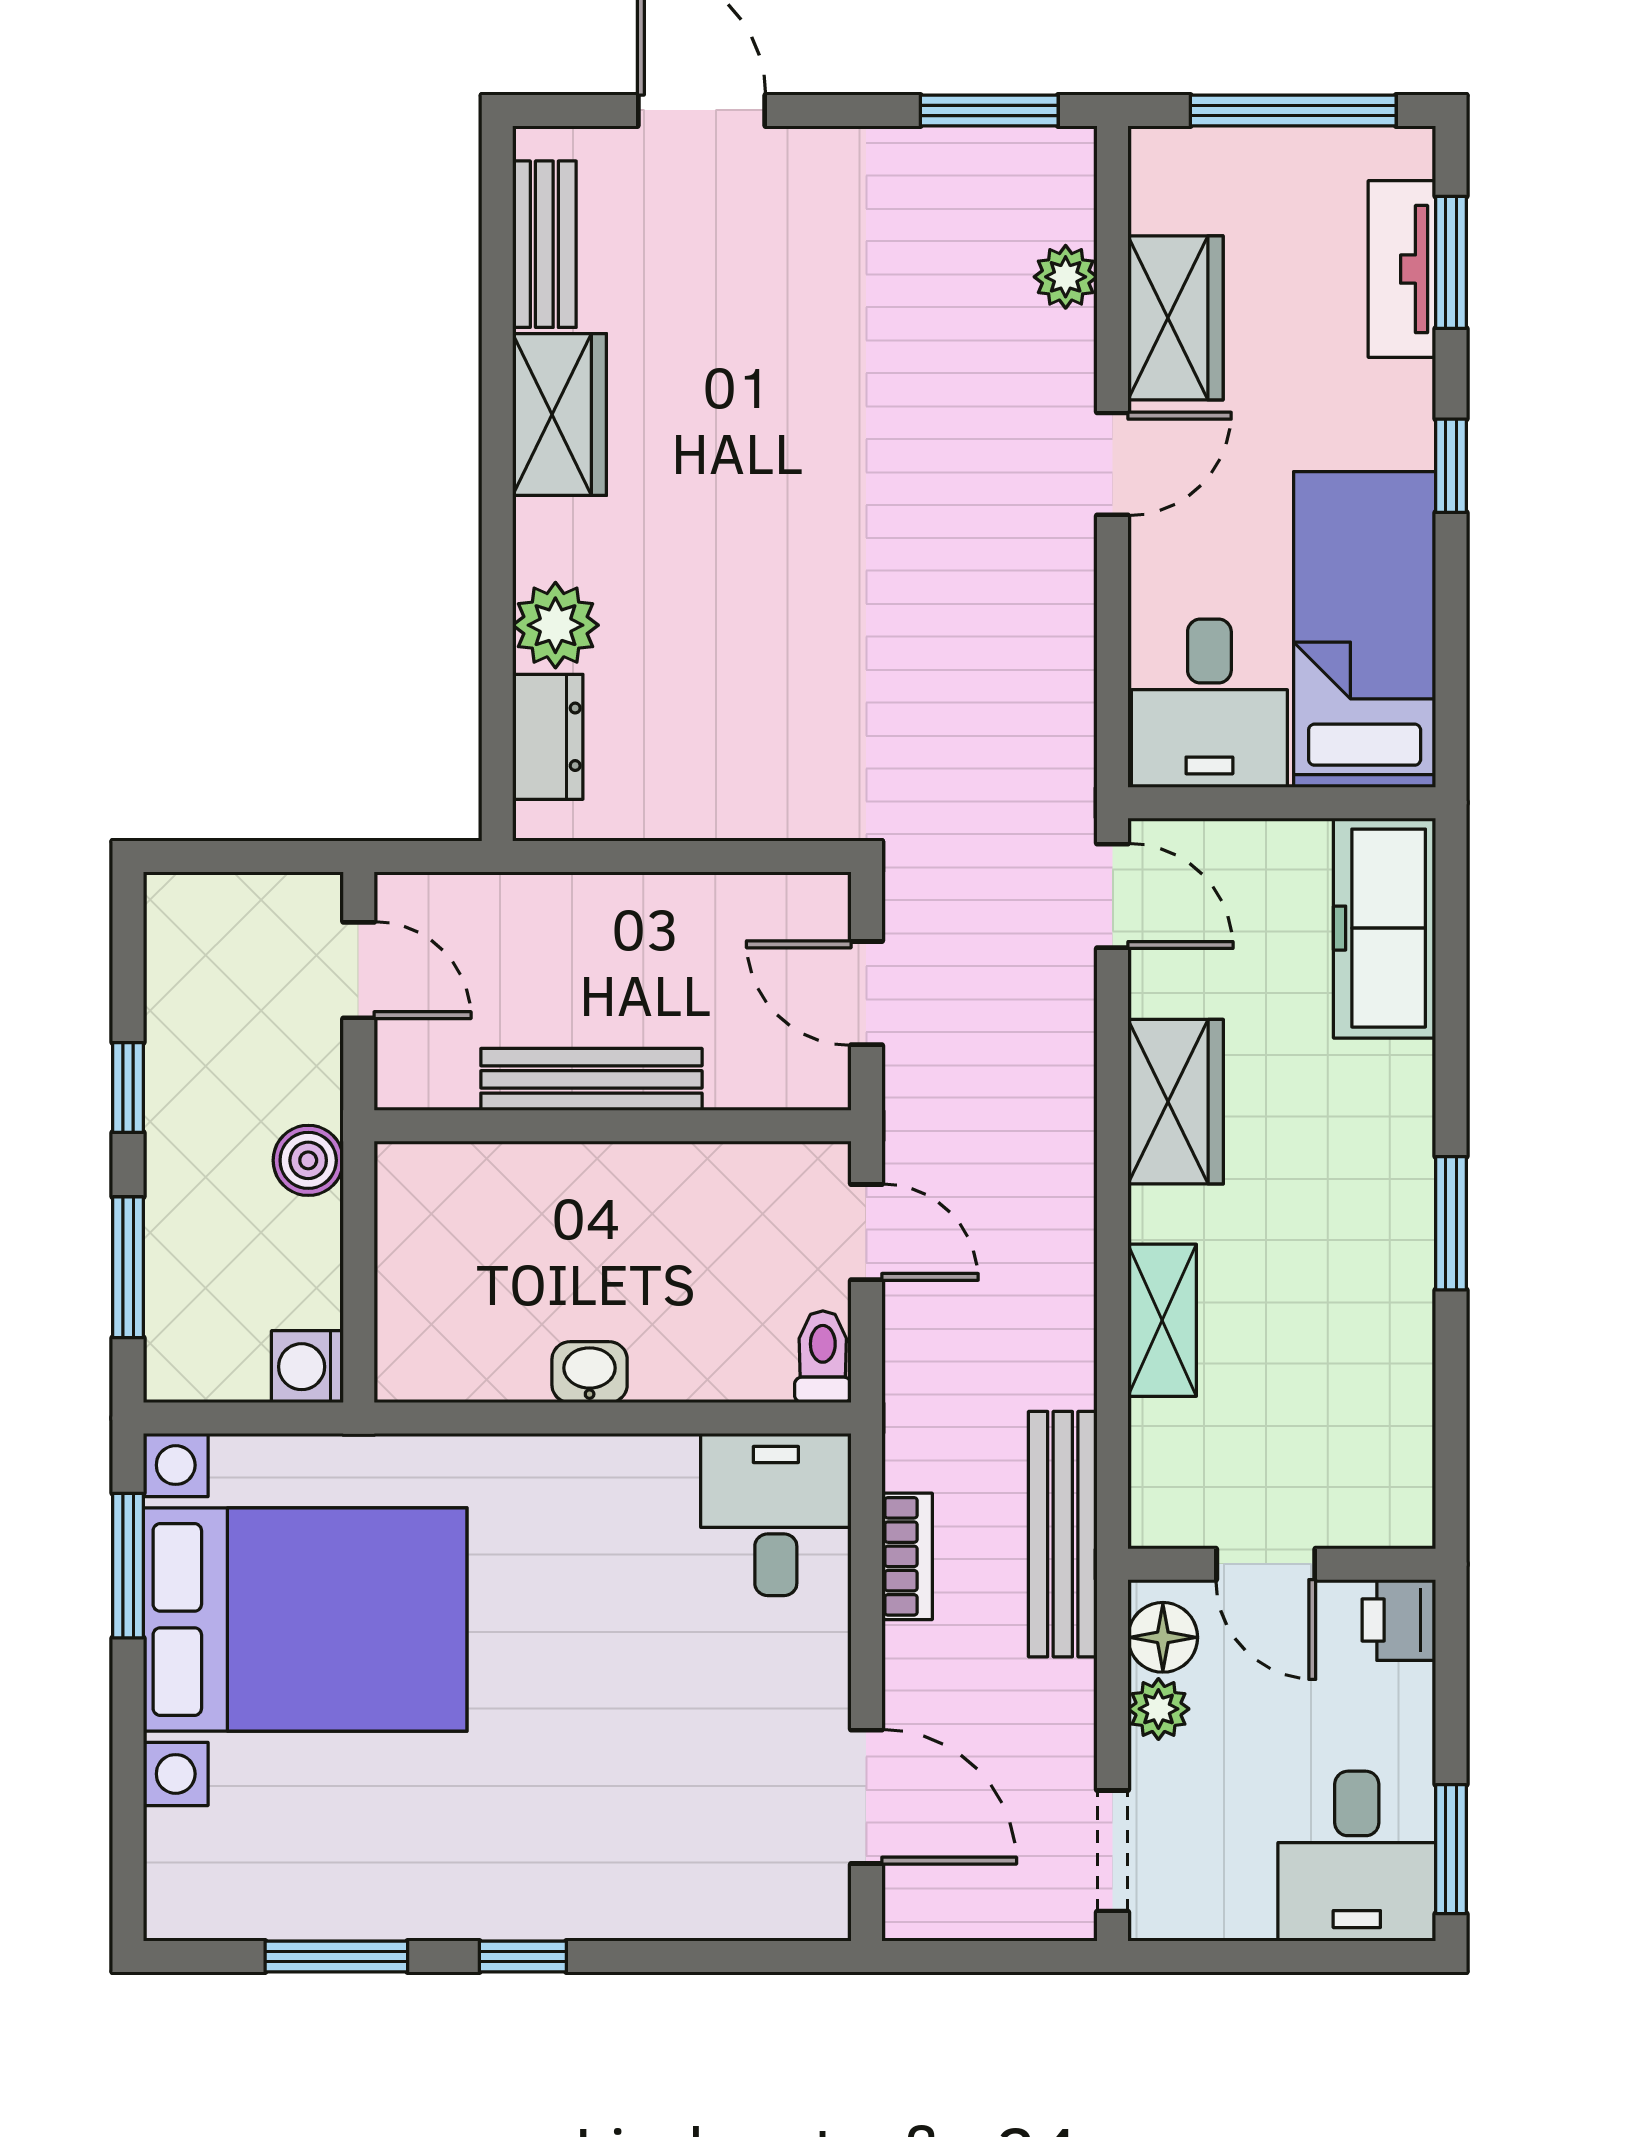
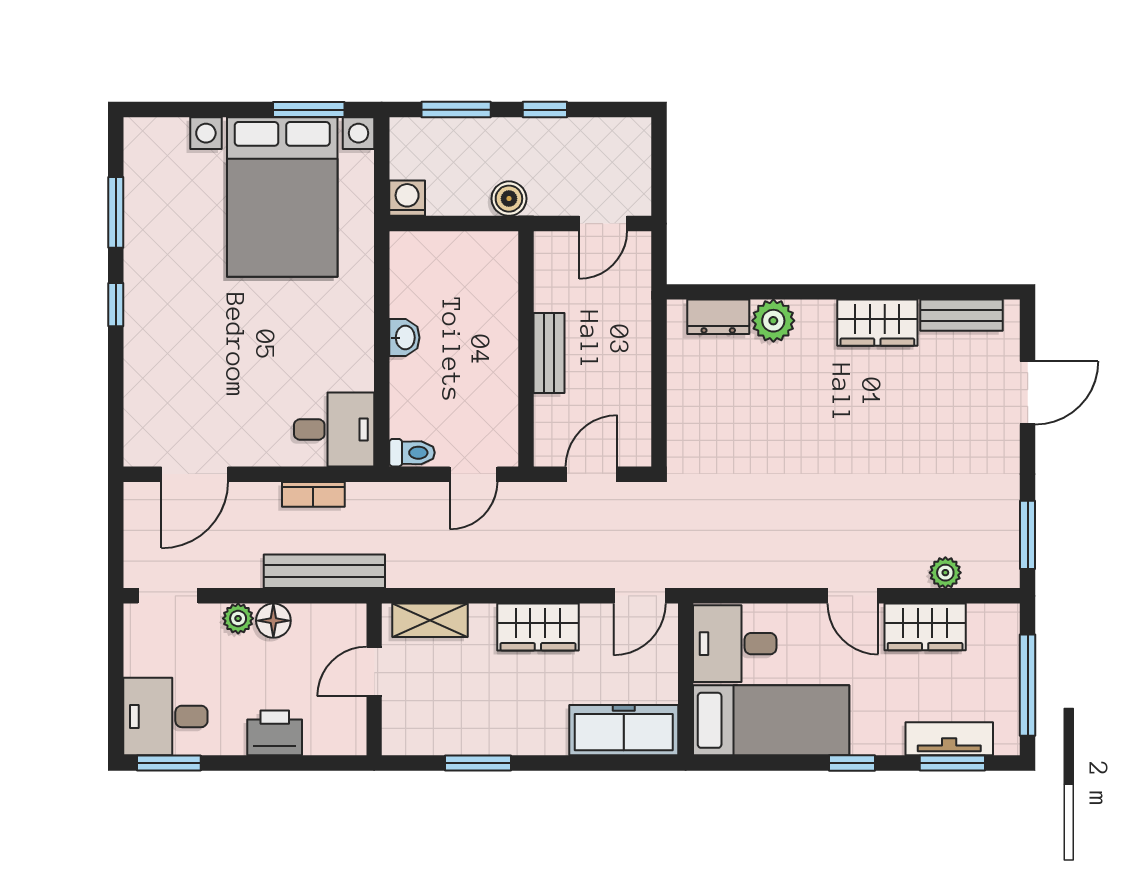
bench: (591, 1079) -> (549, 353), width x0.73
door: (1266, 1564) -> (374, 671), moved
wall: (1282, 1564) -> (374, 679), moved
printer: (1399, 1620) -> (275, 733), width x1.36, depth x1.24

